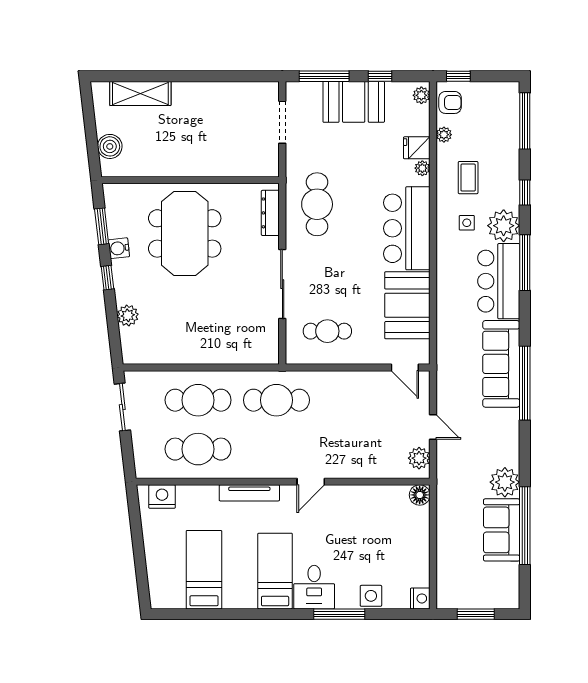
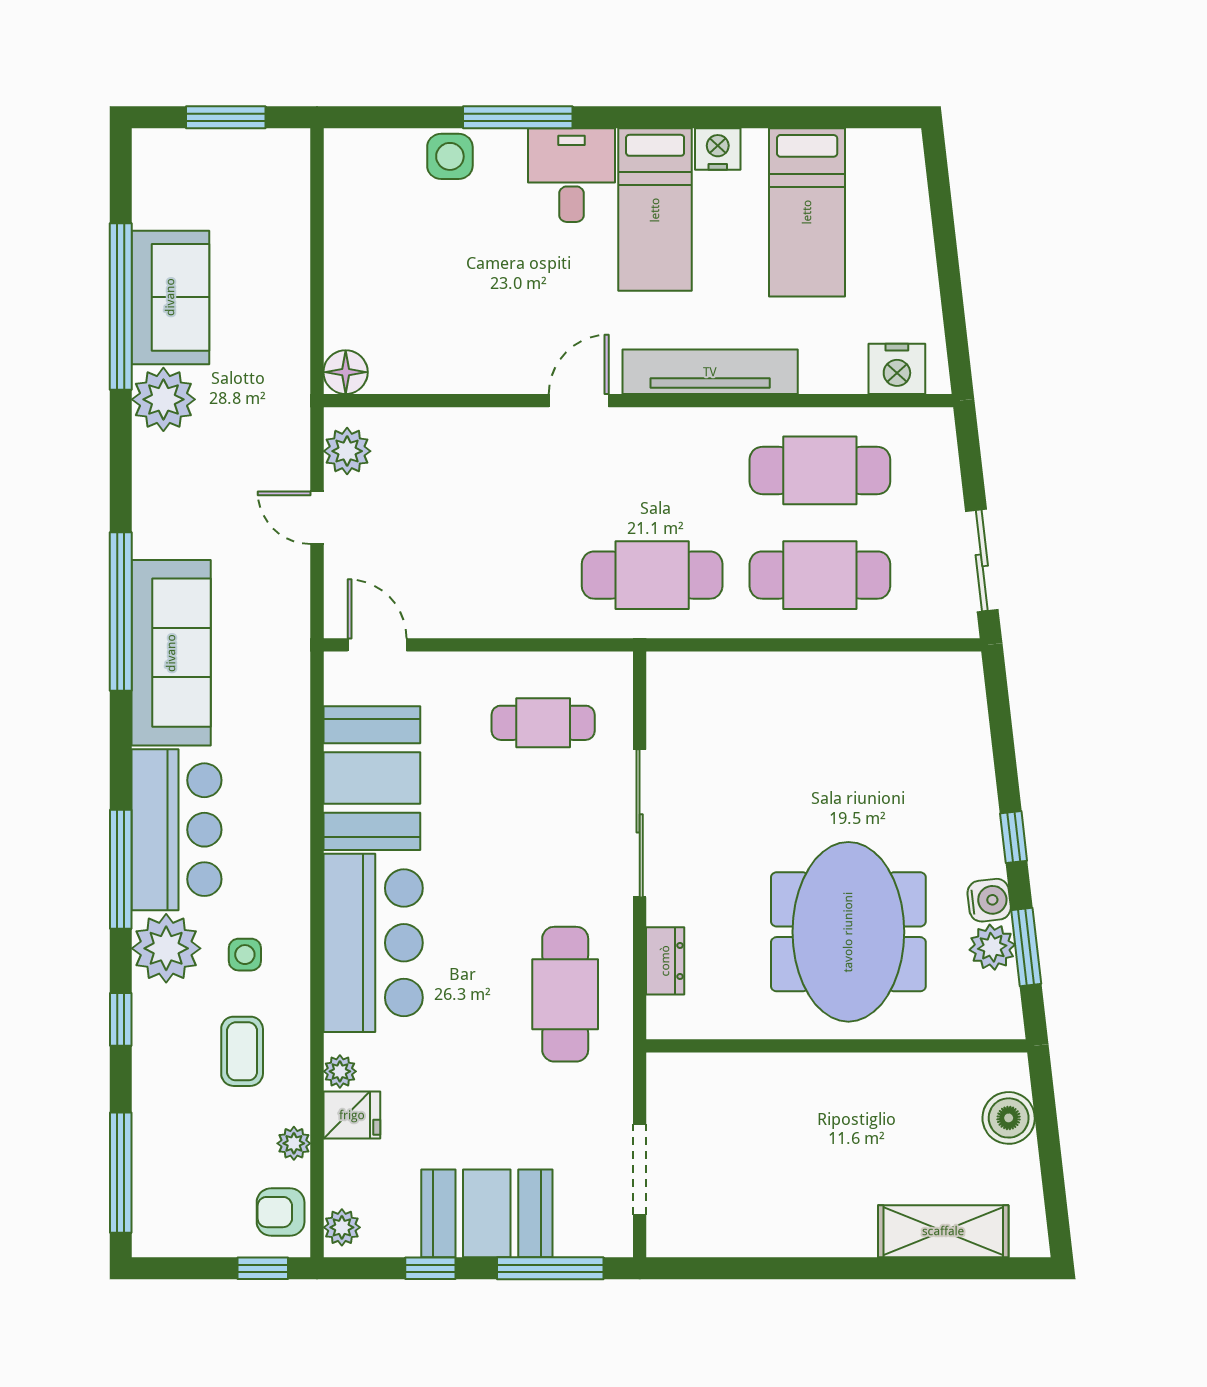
dresser: (270, 213) -> (665, 961), width x0.70
plant: (128, 315) -> (992, 947), moved
tv unit: (249, 493) -> (710, 372), width x1.36, depth x1.29
nightstand: (420, 598) -> (718, 149), moved, turned 90

